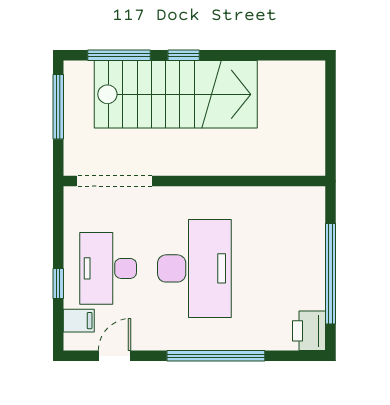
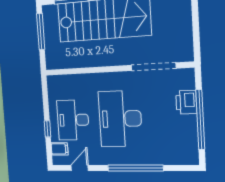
doorway: (114, 181) -> (154, 67), moved
desk: (194, 268) -> (120, 119), turned 180
printer: (309, 331) -> (186, 102), moved

